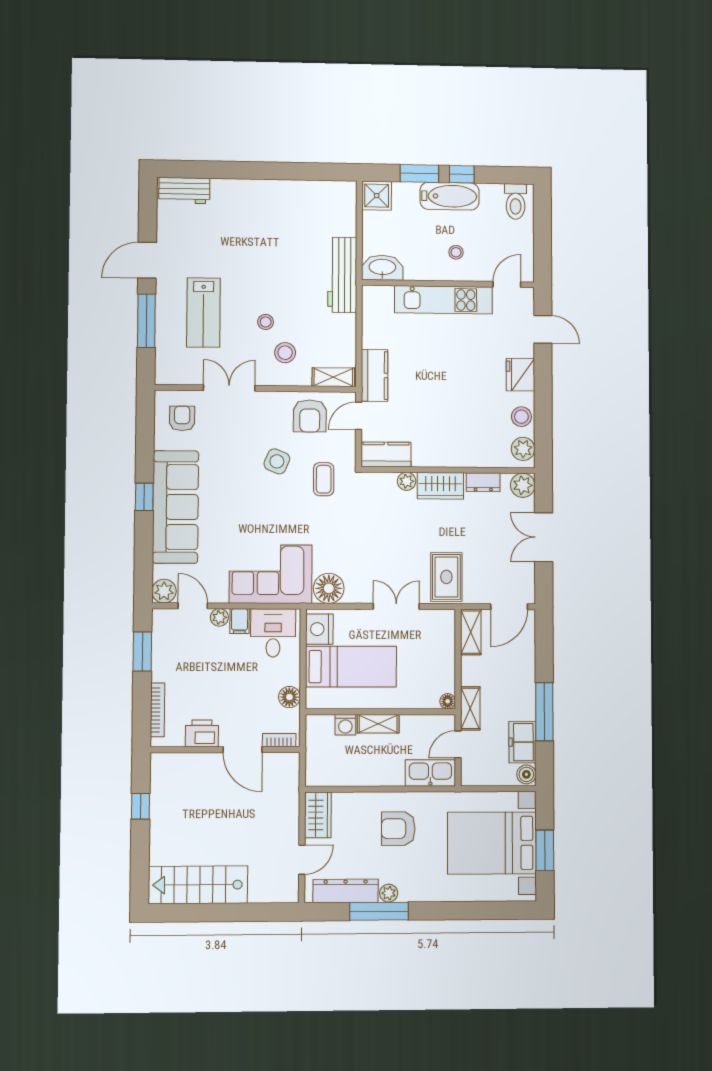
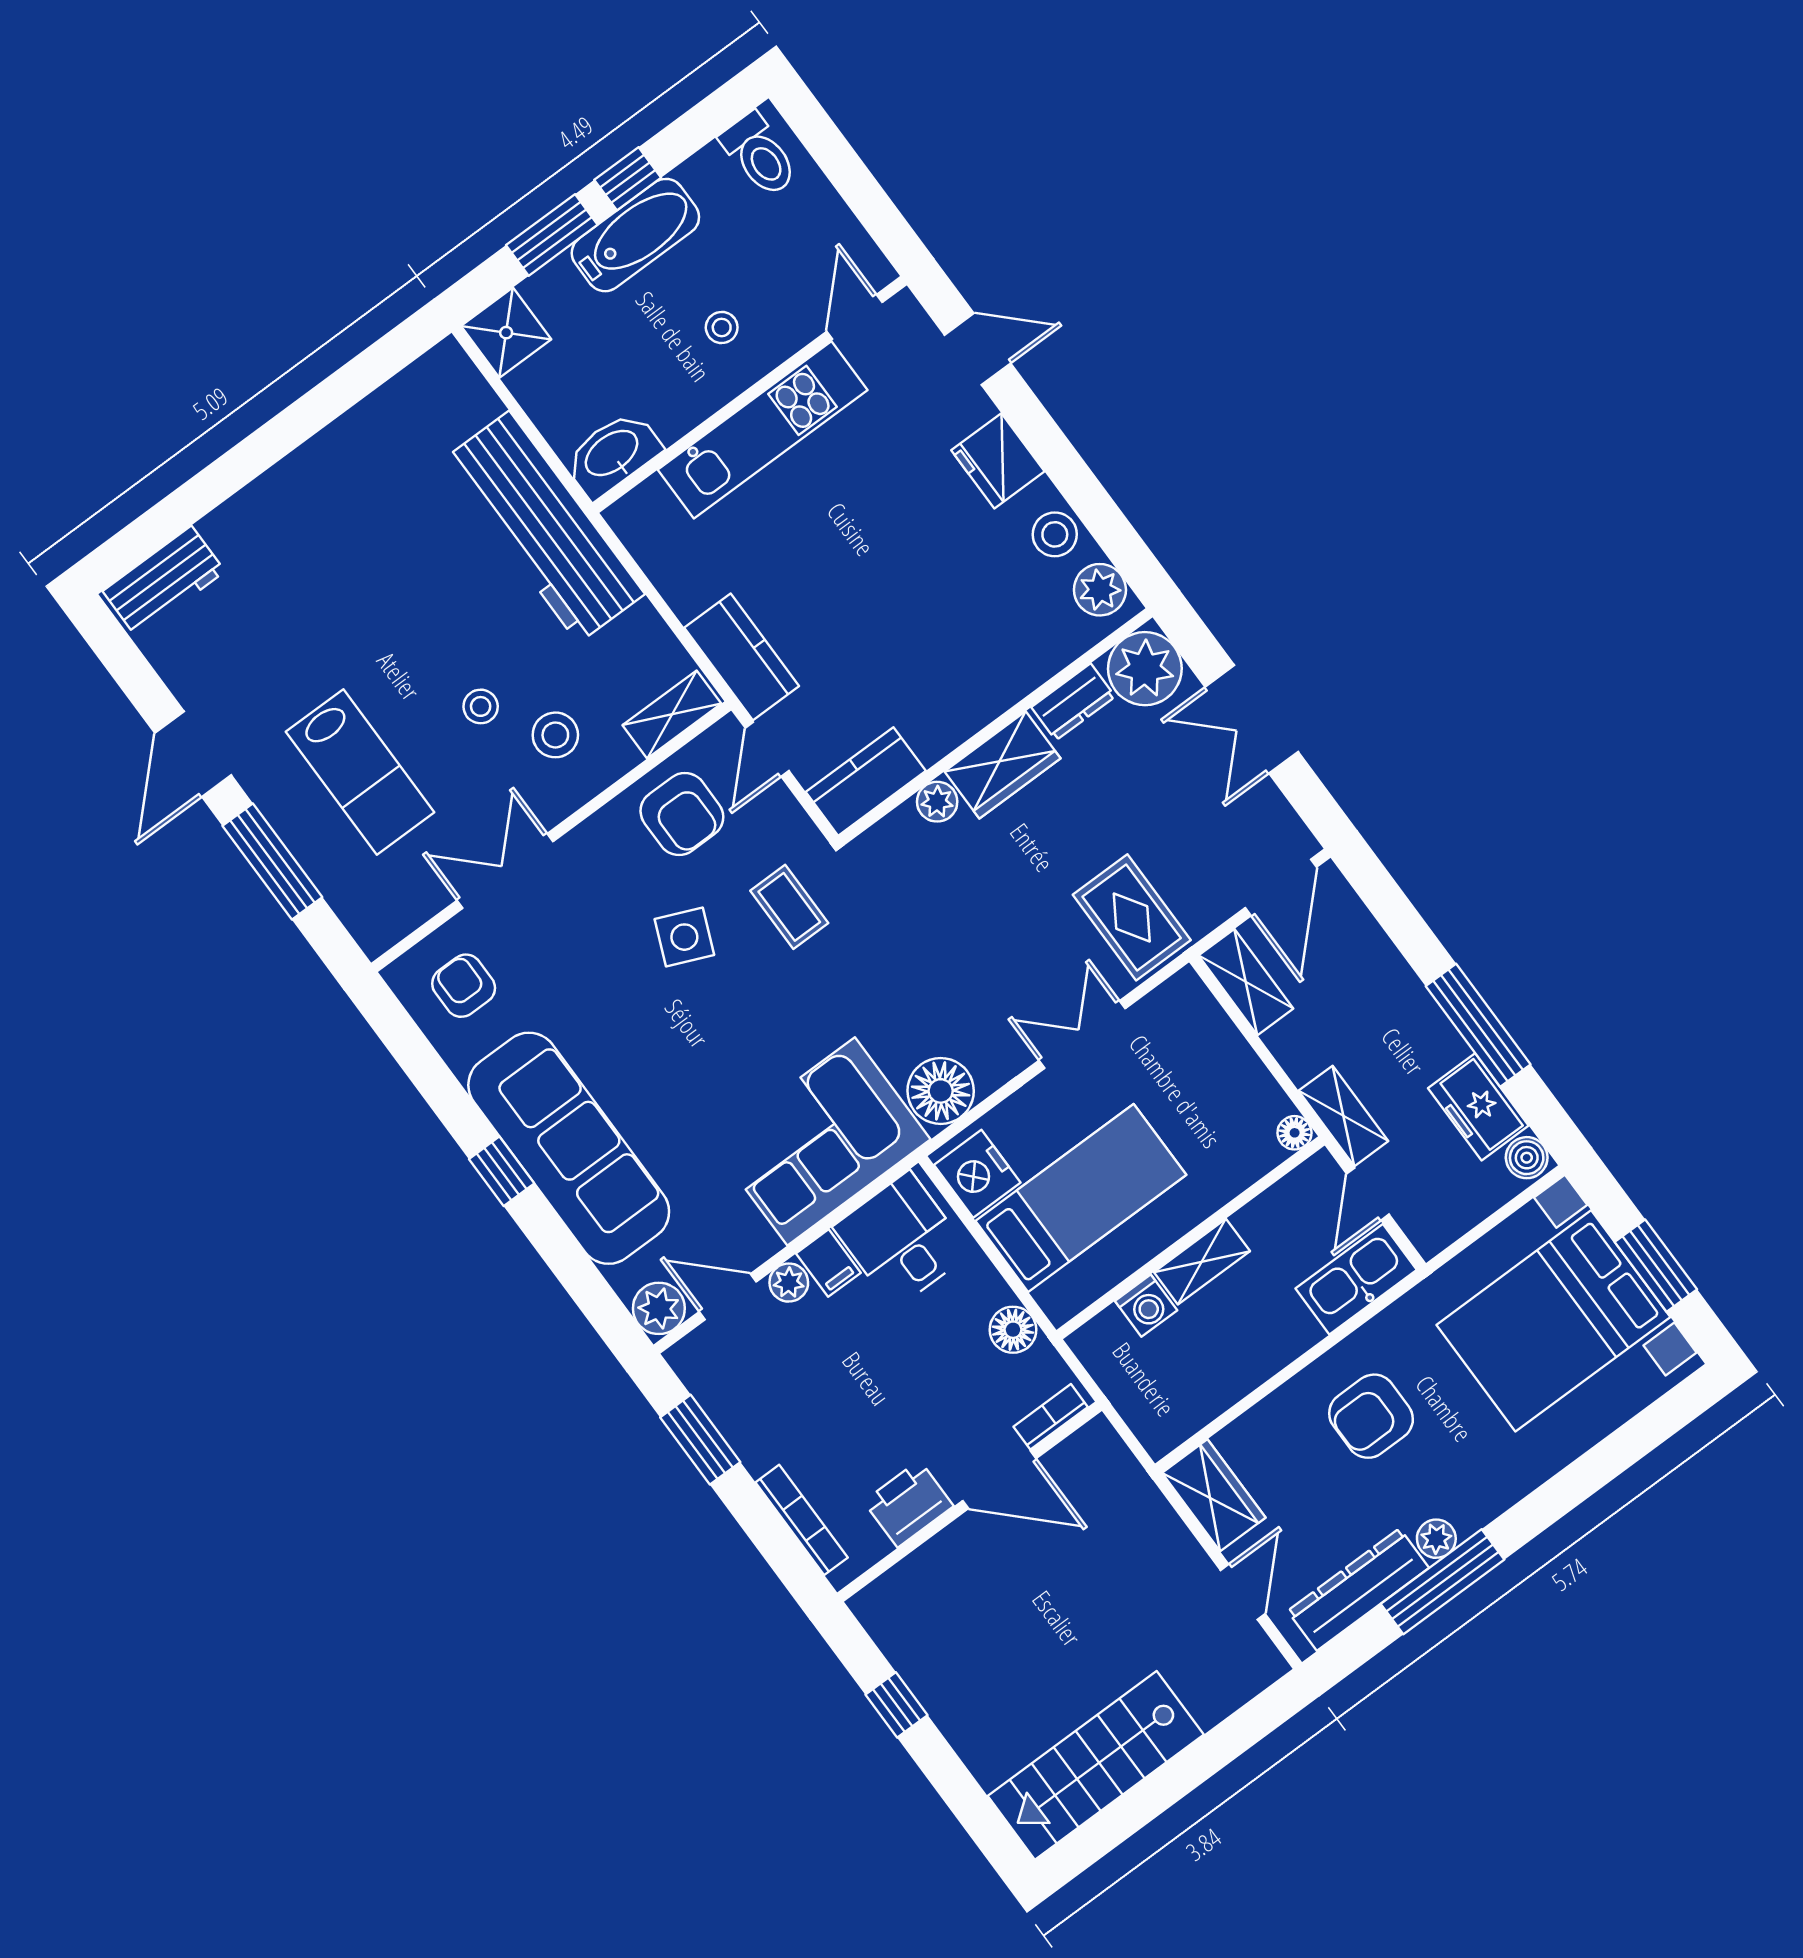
workbench: (342, 275) -> (544, 527), width x1.36, depth x1.32
plant: (523, 485) -> (1145, 669), width x1.36, depth x1.36

